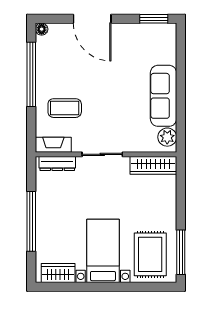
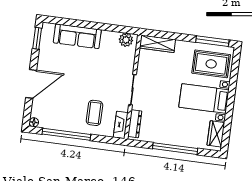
sofa: (163, 96) -> (77, 36), moved
wardrobe: (153, 165) -> (157, 44), moved, turned 90

